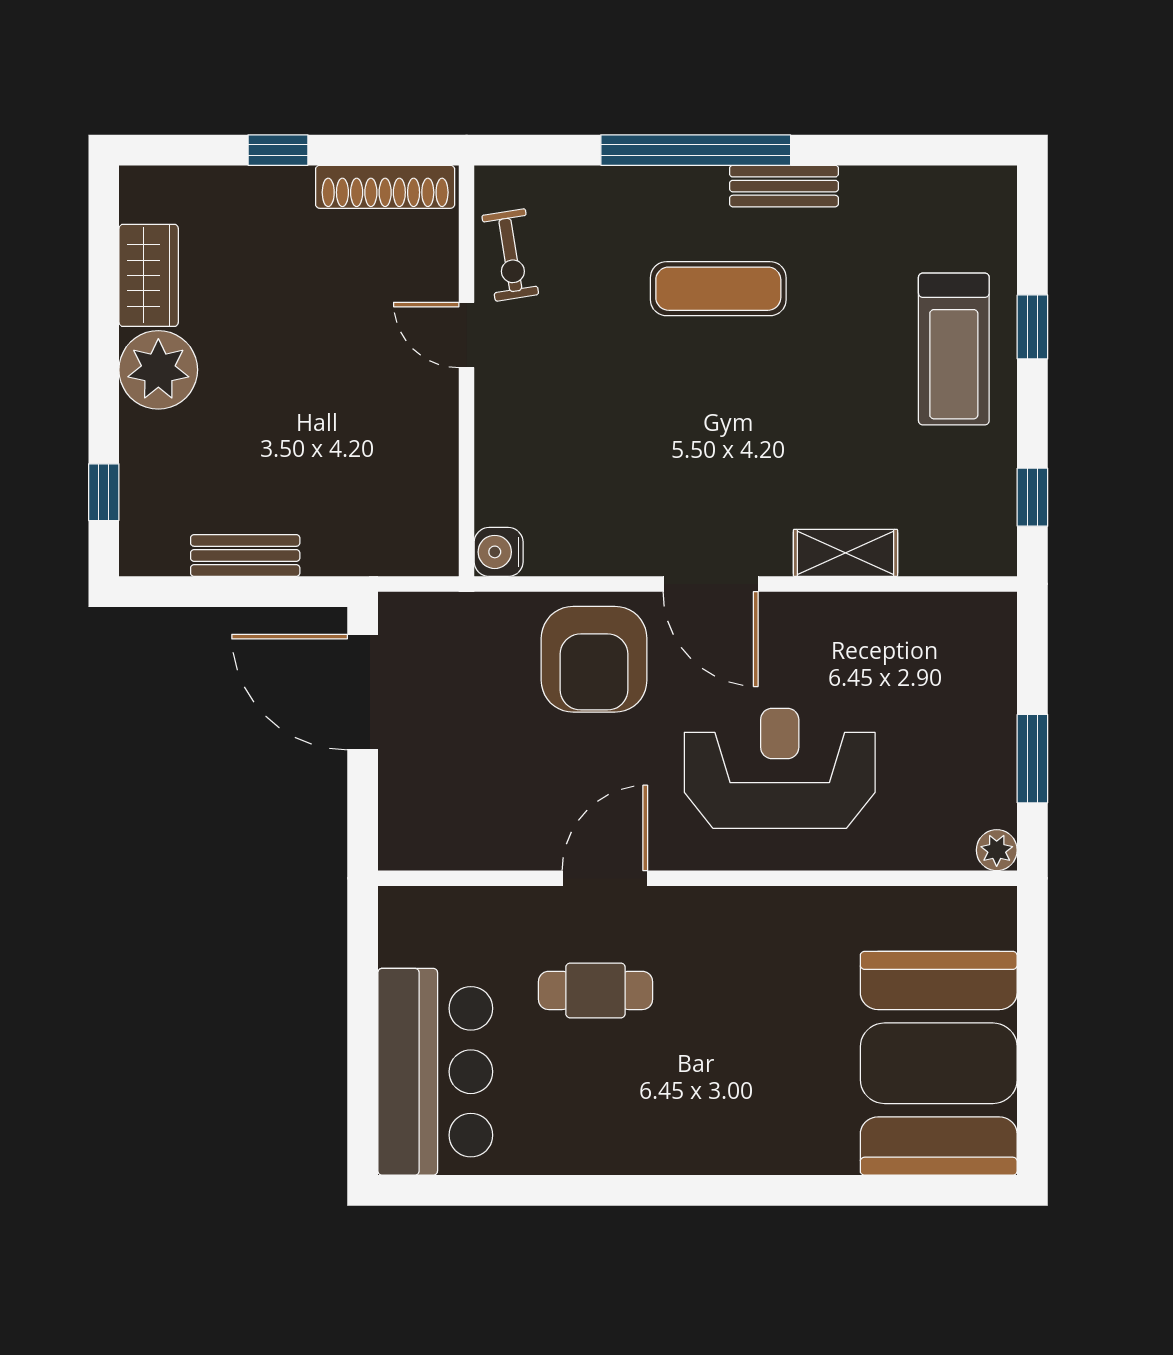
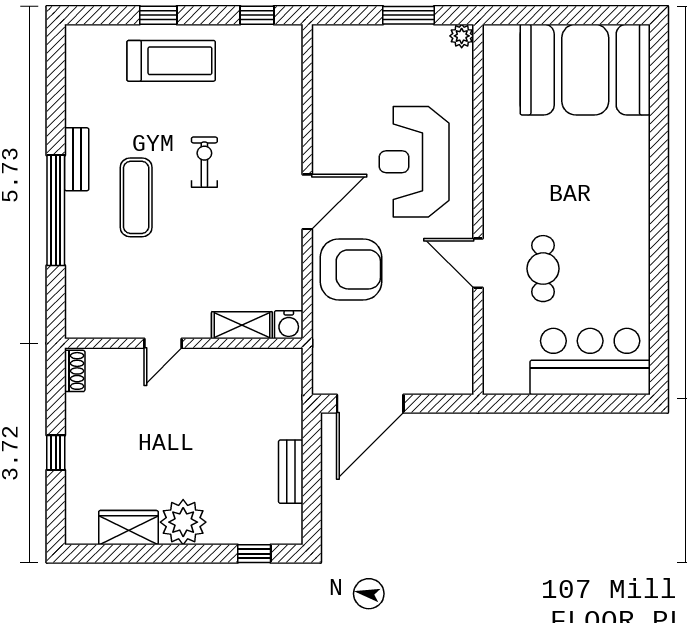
shoe rack: (385, 187) -> (75, 371), width x0.51, depth x0.81
exercise bike: (510, 255) -> (204, 162), moved, turned -81
shelving: (845, 553) -> (242, 325), moved, turned 90

